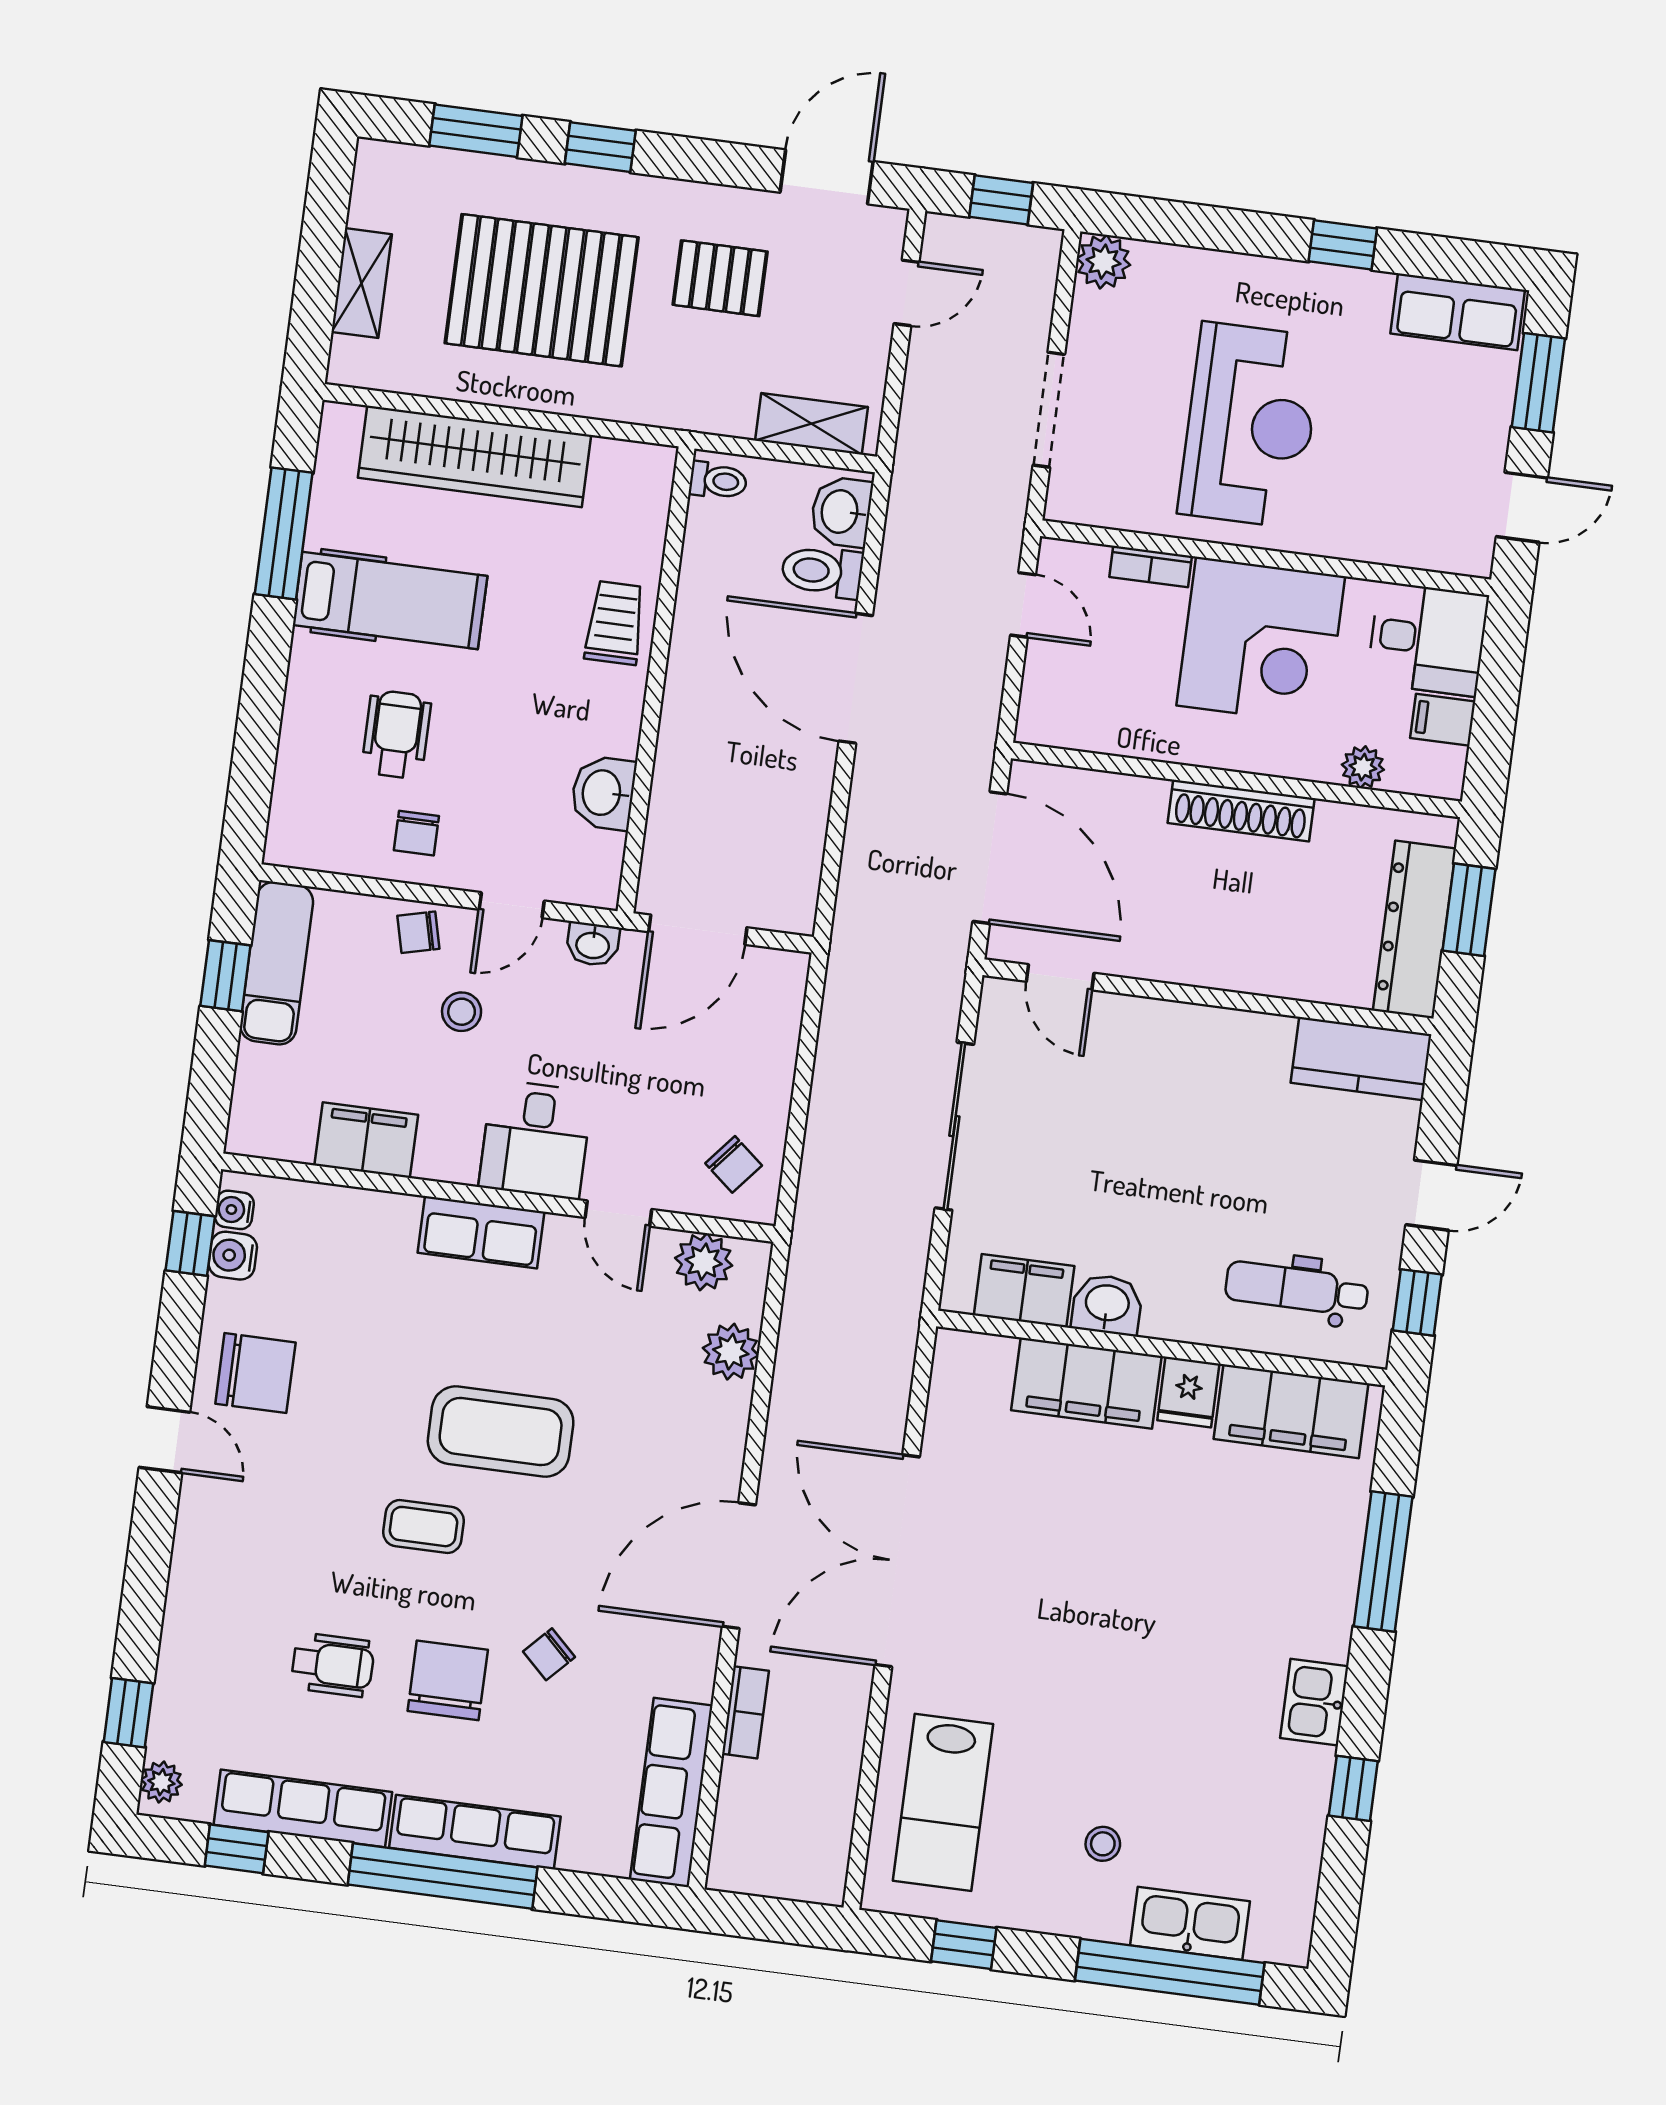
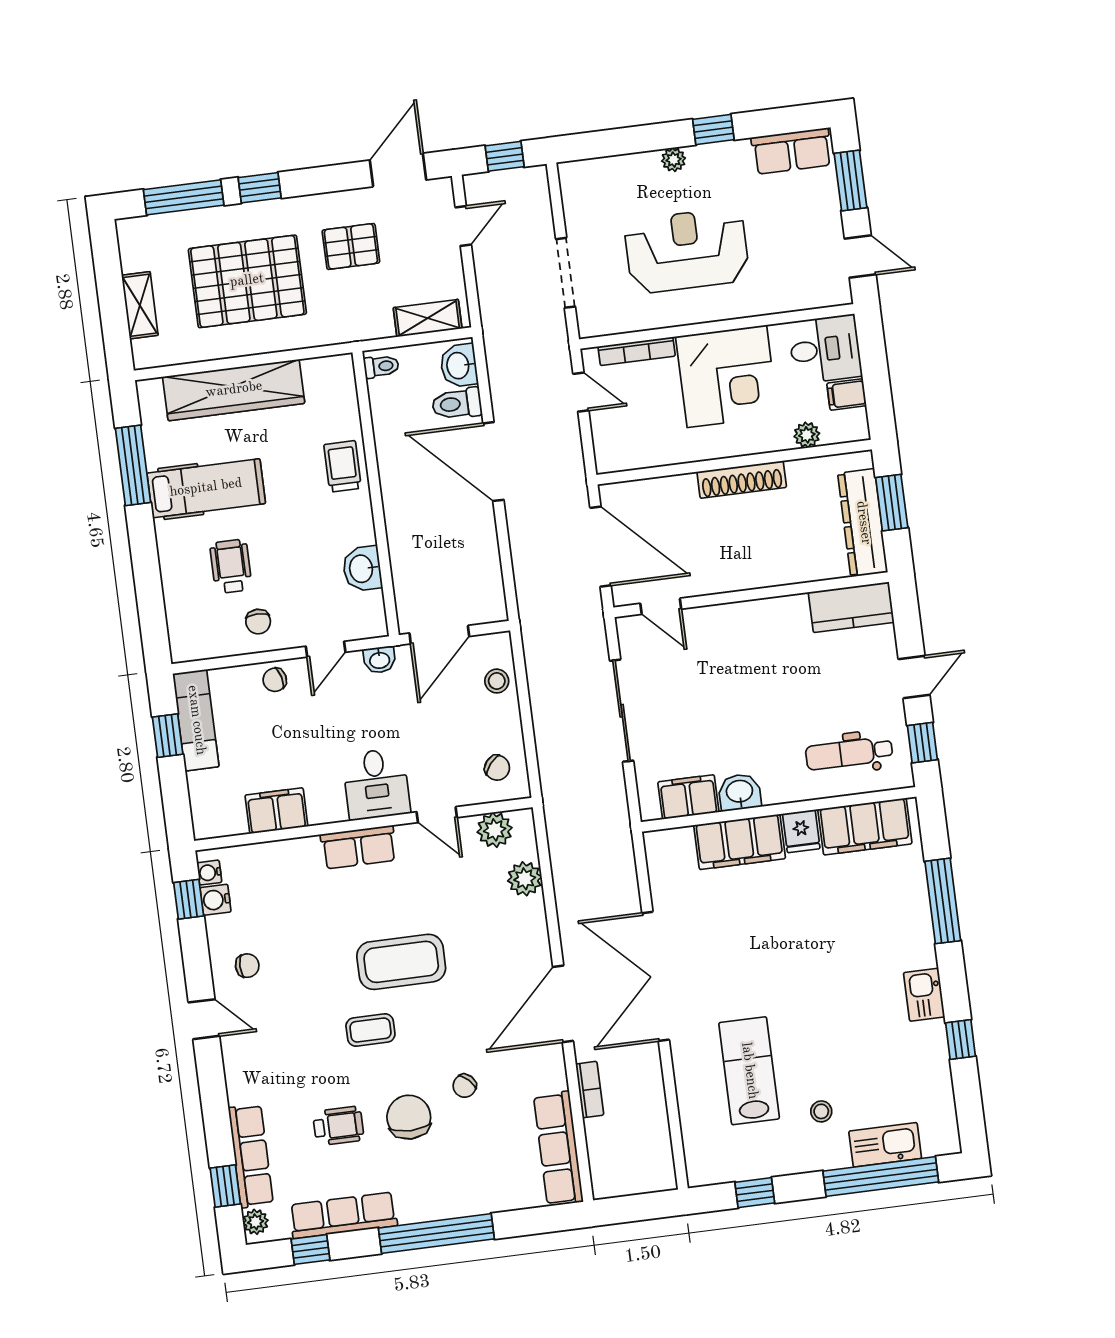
window: (476, 131) -> (184, 197), width x1.44
plant: (1103, 262) -> (674, 160), moved, width x0.73, depth x0.73
reception desk: (1250, 425) -> (687, 250), turned -90
door: (1522, 507) -> (860, 257), hinge flipped
bookcase: (1151, 567) -> (637, 351), width x1.56
stool: (462, 1012) -> (497, 681), moved
chair: (255, 1373) -> (247, 966), width x0.54, depth x0.54
lab bench: (943, 1802) -> (749, 1071), moved, turned 180
row of seats: (475, 1832) -> (251, 1156), moved, turned 90

